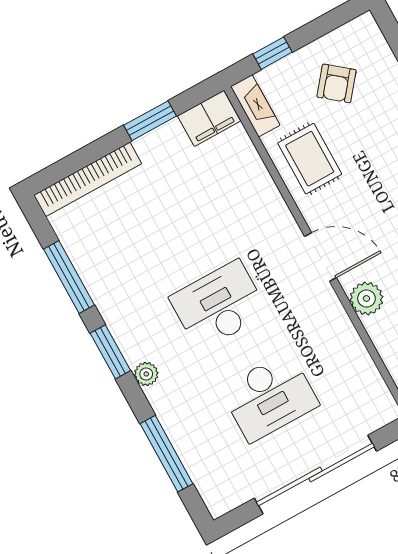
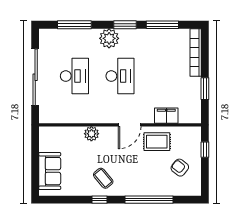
fireplace: (255, 106) -> (188, 132), removed
filing cabinet: (209, 118) -> (166, 116), moved, turned 90
door: (320, 257) -> (130, 125), moved
plant: (146, 374) -> (109, 38), width x1.87, depth x1.87
desk: (269, 397) -> (74, 76), turned 180

